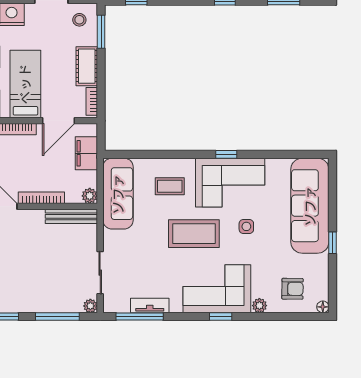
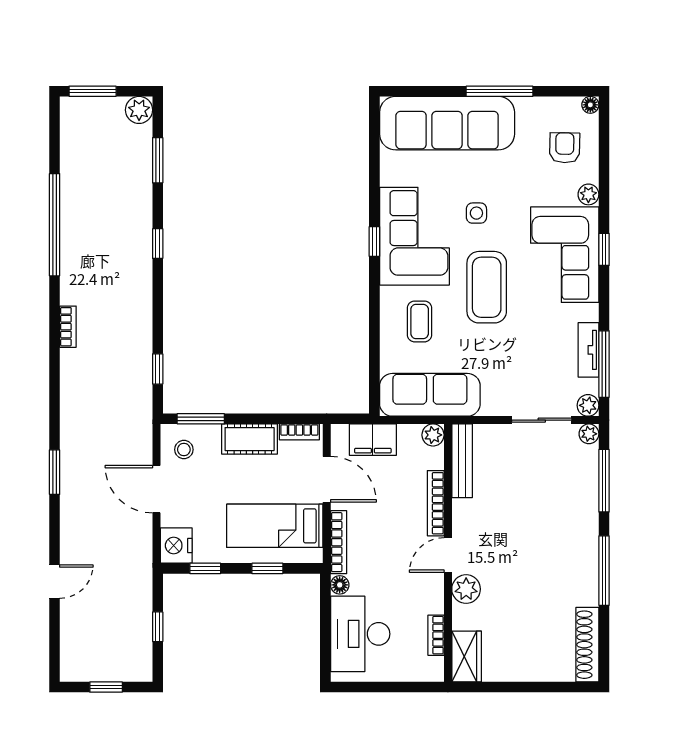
window: (332, 243) -> (499, 91), width x2.17
plant: (111, 305) -> (588, 405), added

